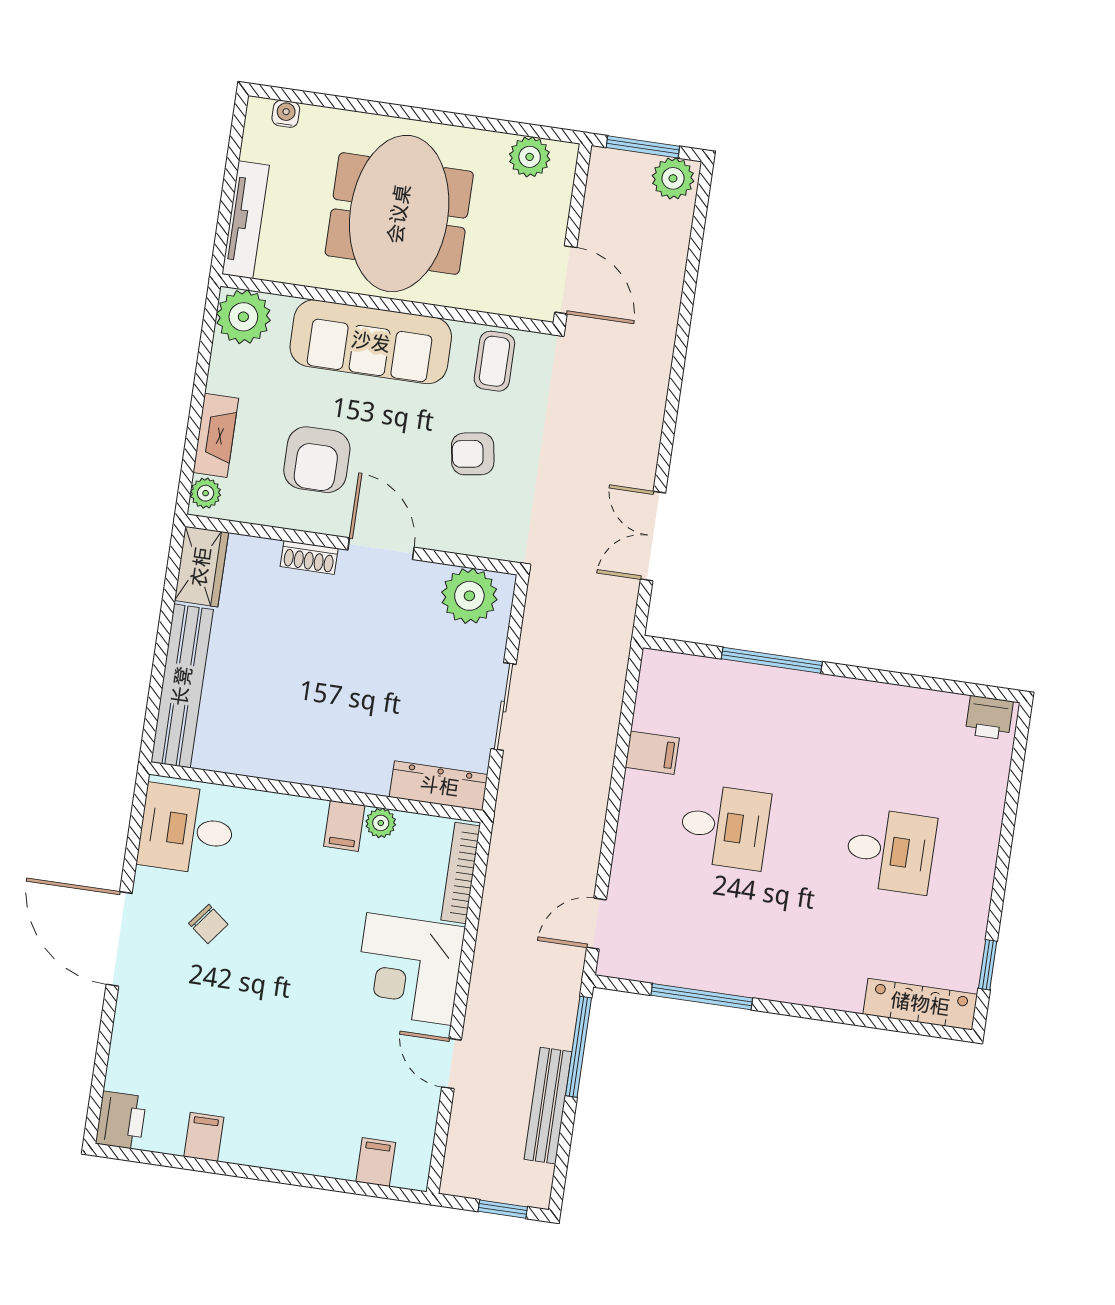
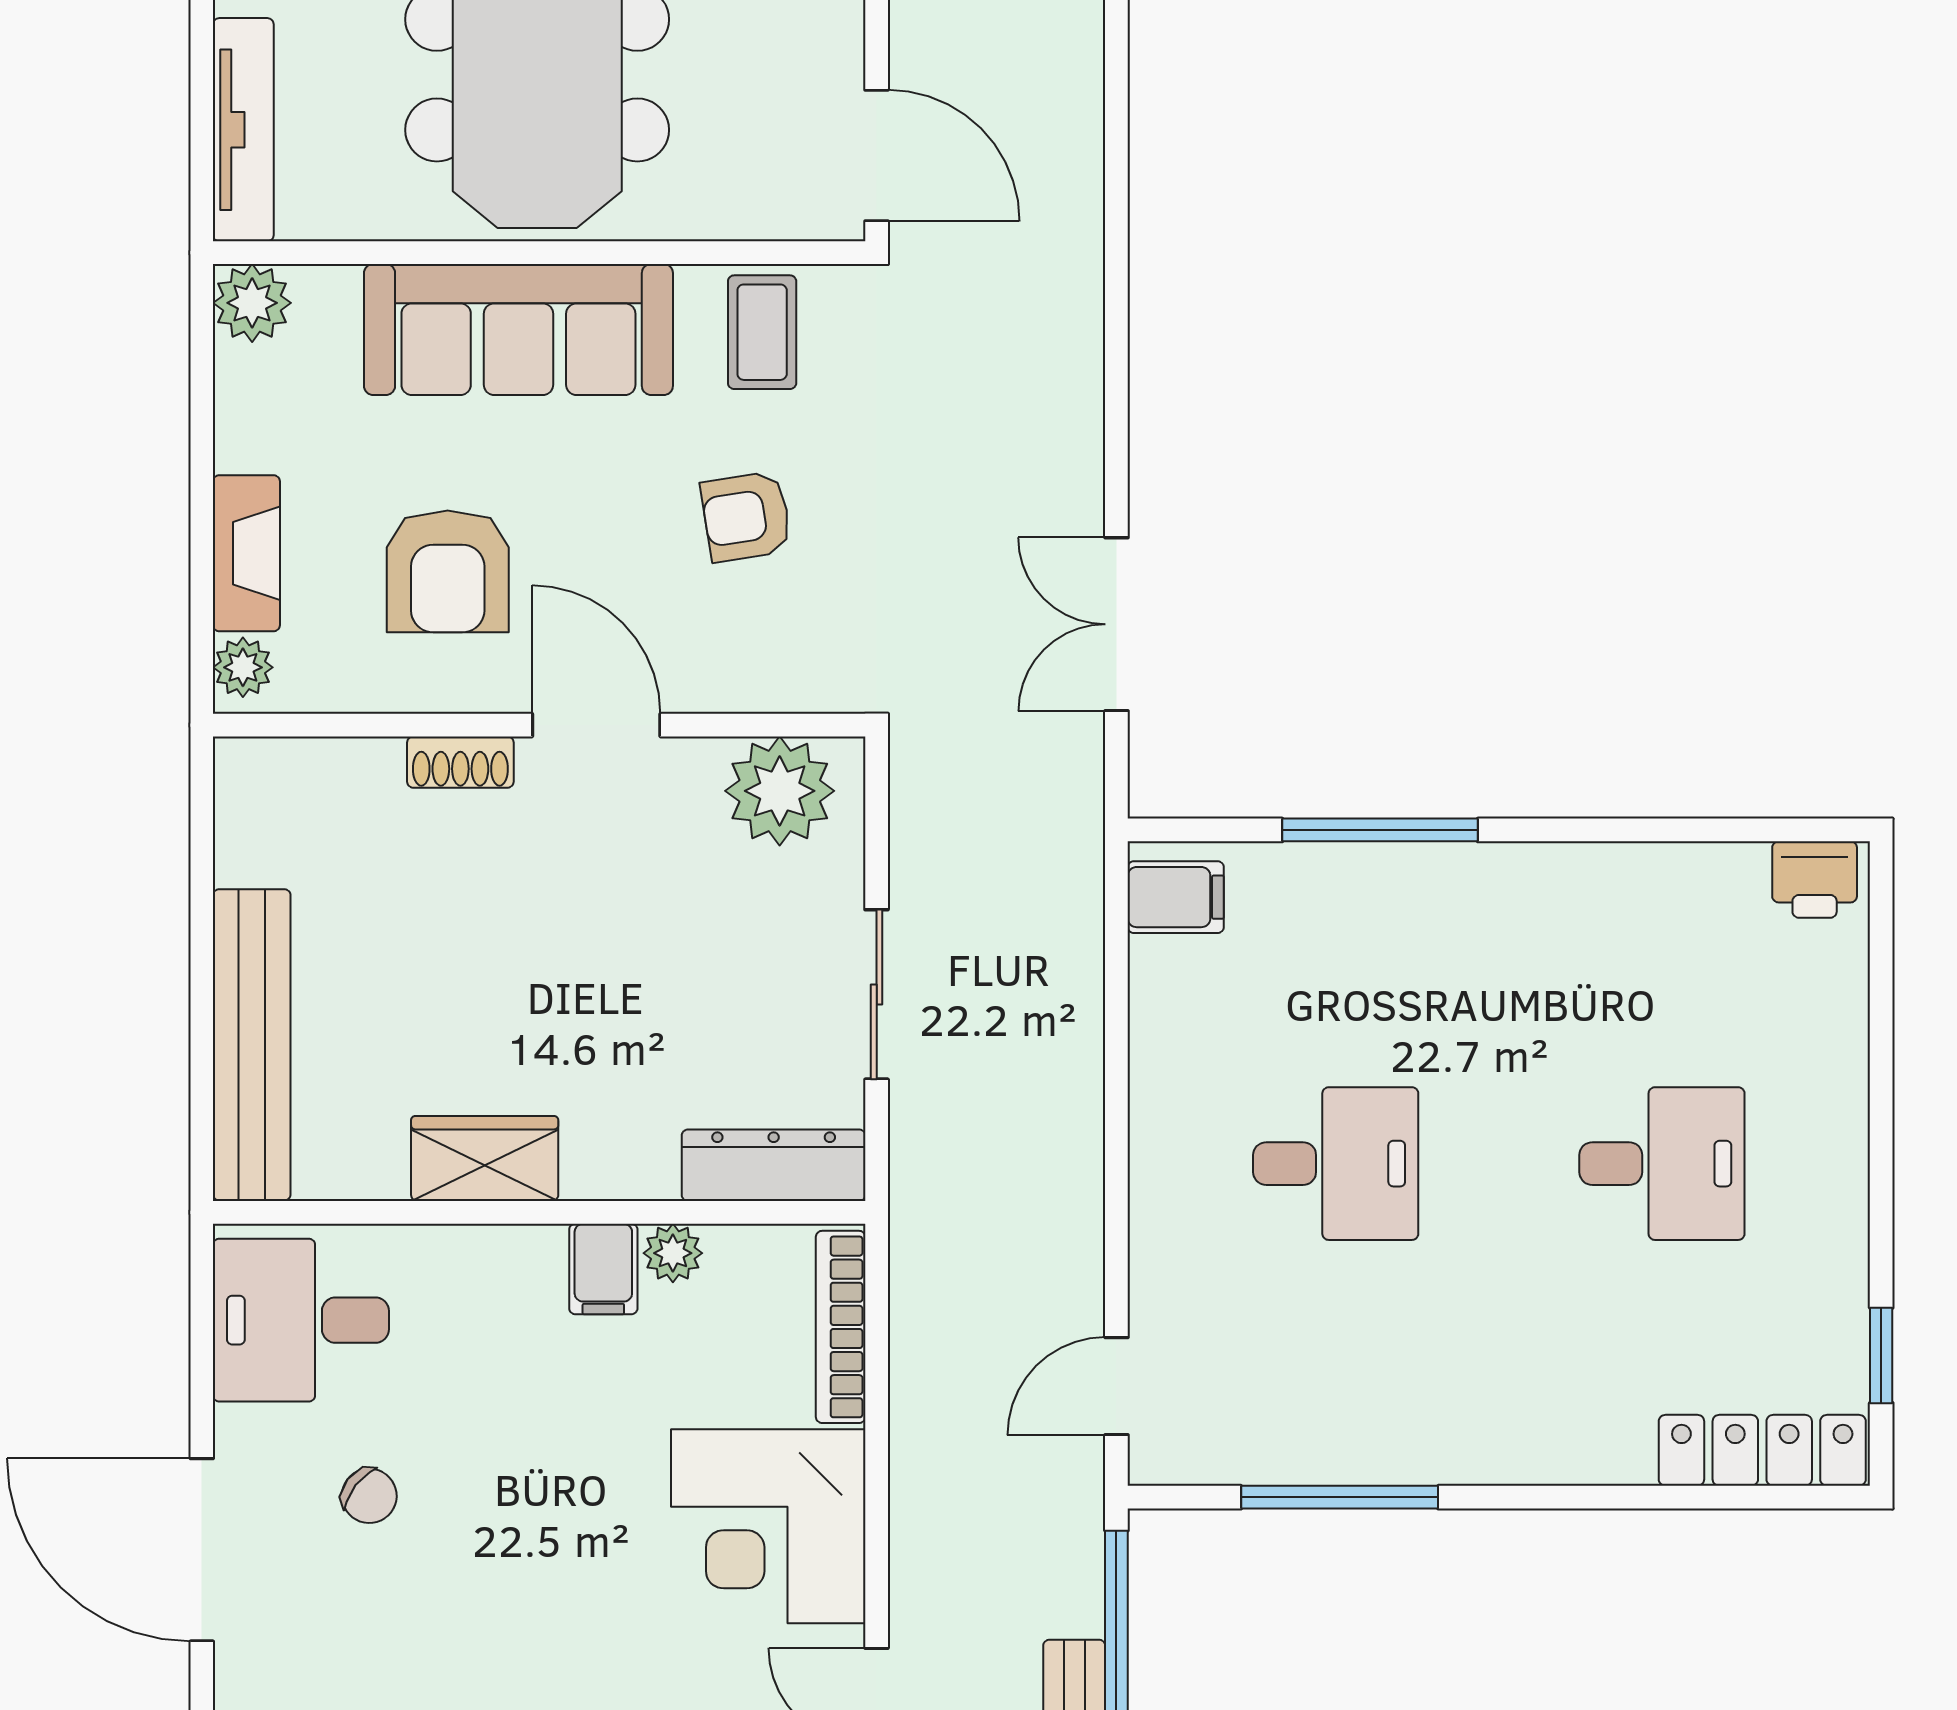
plant: (243, 317) -> (252, 303), width x0.73, depth x0.73
wardrobe: (201, 567) -> (485, 1158), moved, turned -90
filing cabinet: (652, 753) -> (1176, 897), moved

